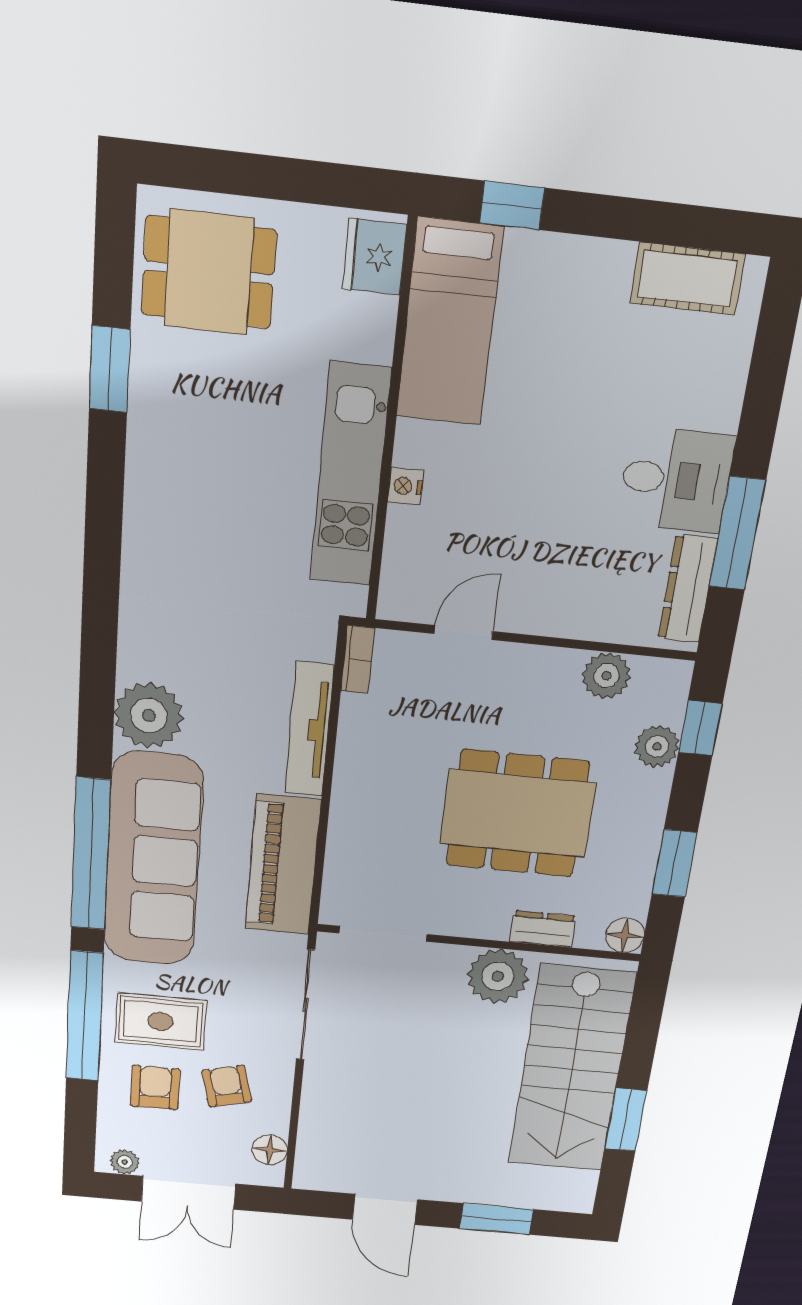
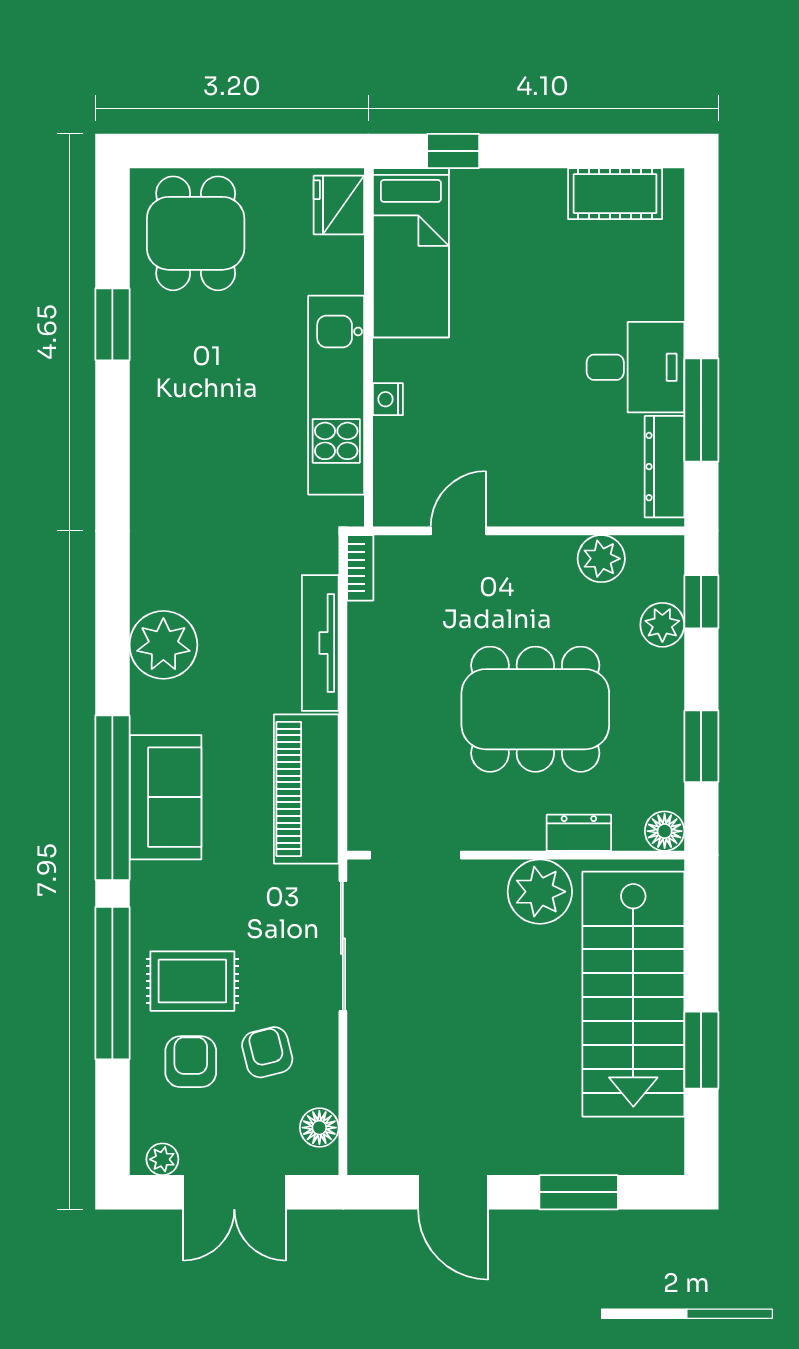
dining table: (209, 272) -> (196, 233), turned 90
sofa: (153, 860) -> (165, 797), width x0.54, depth x0.79

